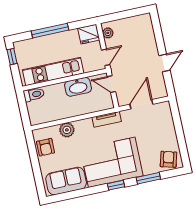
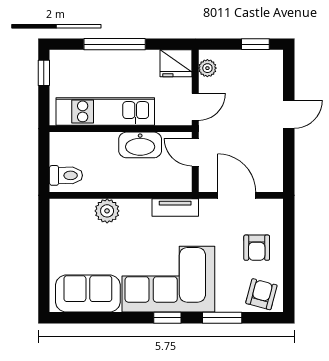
window: (133, 13) -> (255, 44), added
door: (164, 63) -> (289, 114), moved
toilet: (34, 95) -> (66, 175), moved
door: (141, 104) -> (237, 195), hinge flipped
armchair: (46, 147) -> (257, 248), moved

